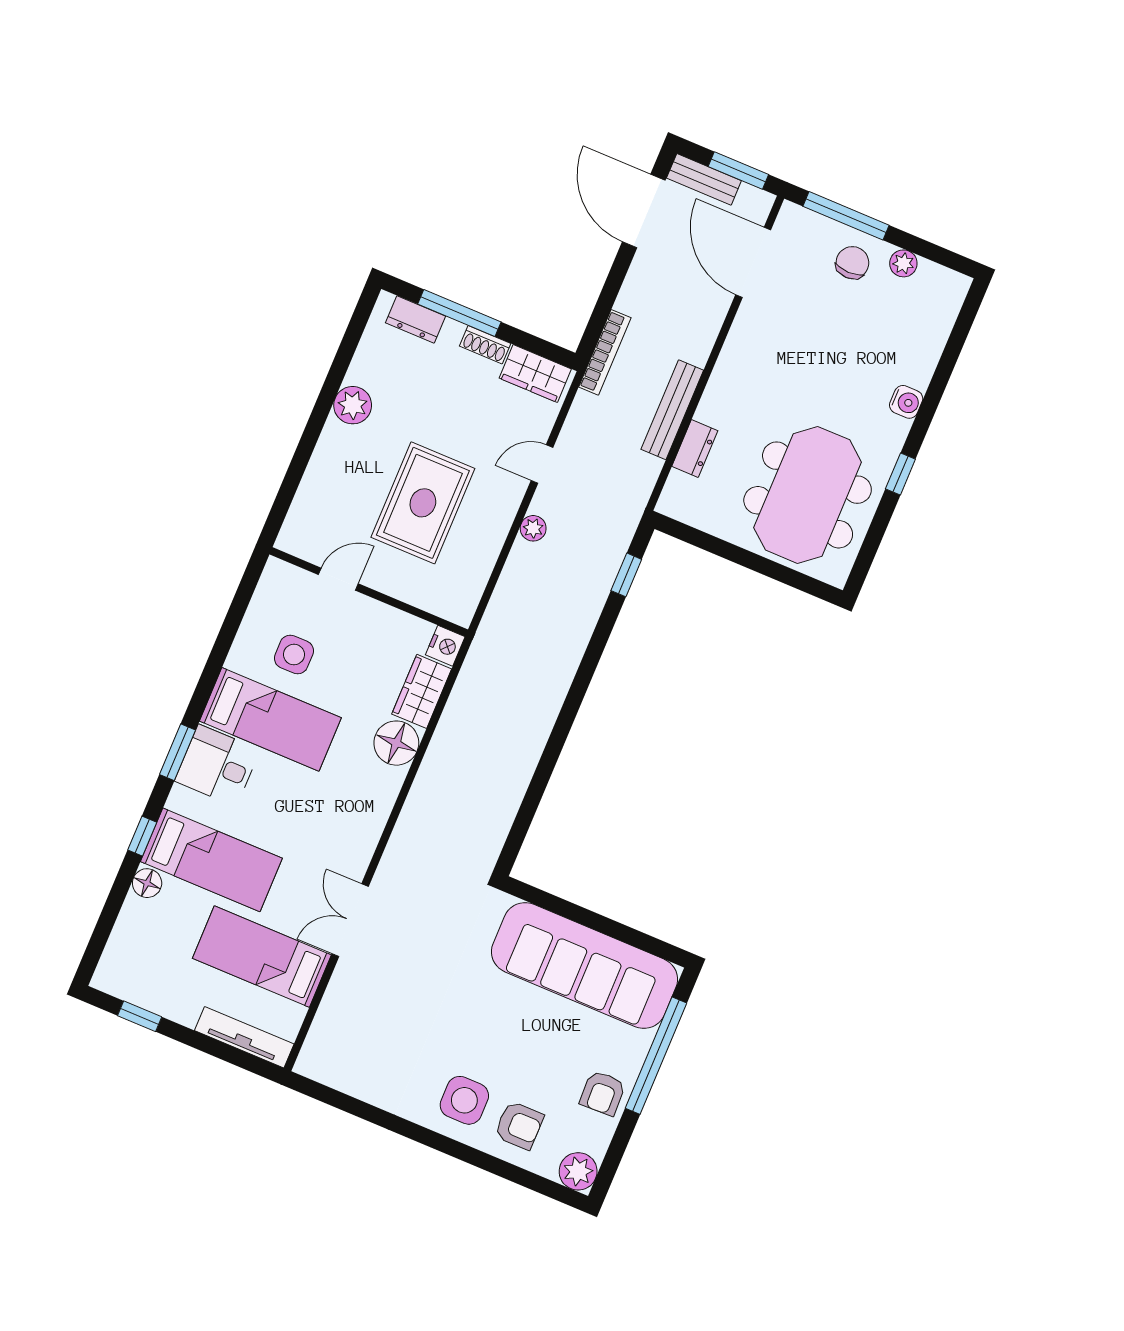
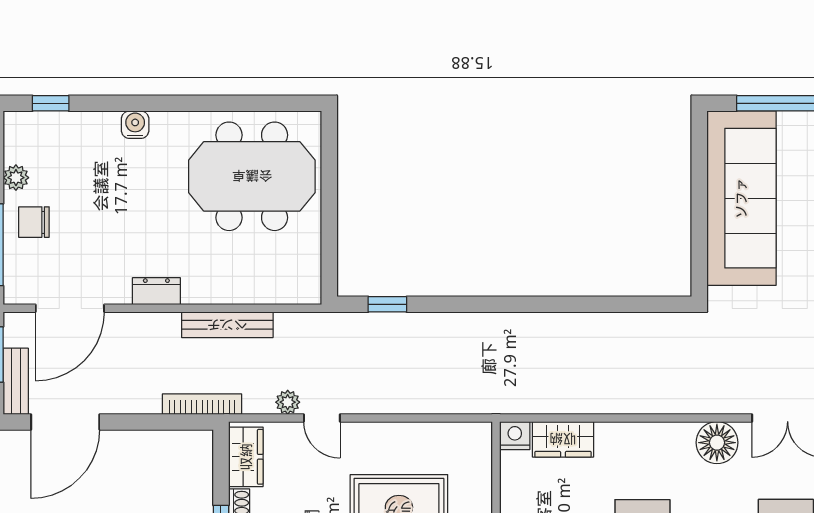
dresser: (695, 449) -> (156, 291), moved
window: (900, 474) -> (51, 103), moved
plant: (533, 528) -> (288, 402), moved
floor lamp: (396, 743) -> (717, 443), moved

